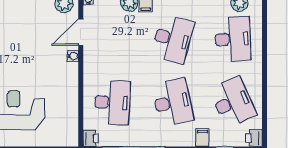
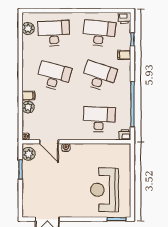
desk: (173, 102) -> (99, 76), turned 30
desk: (233, 102) -> (99, 33), turned 30

